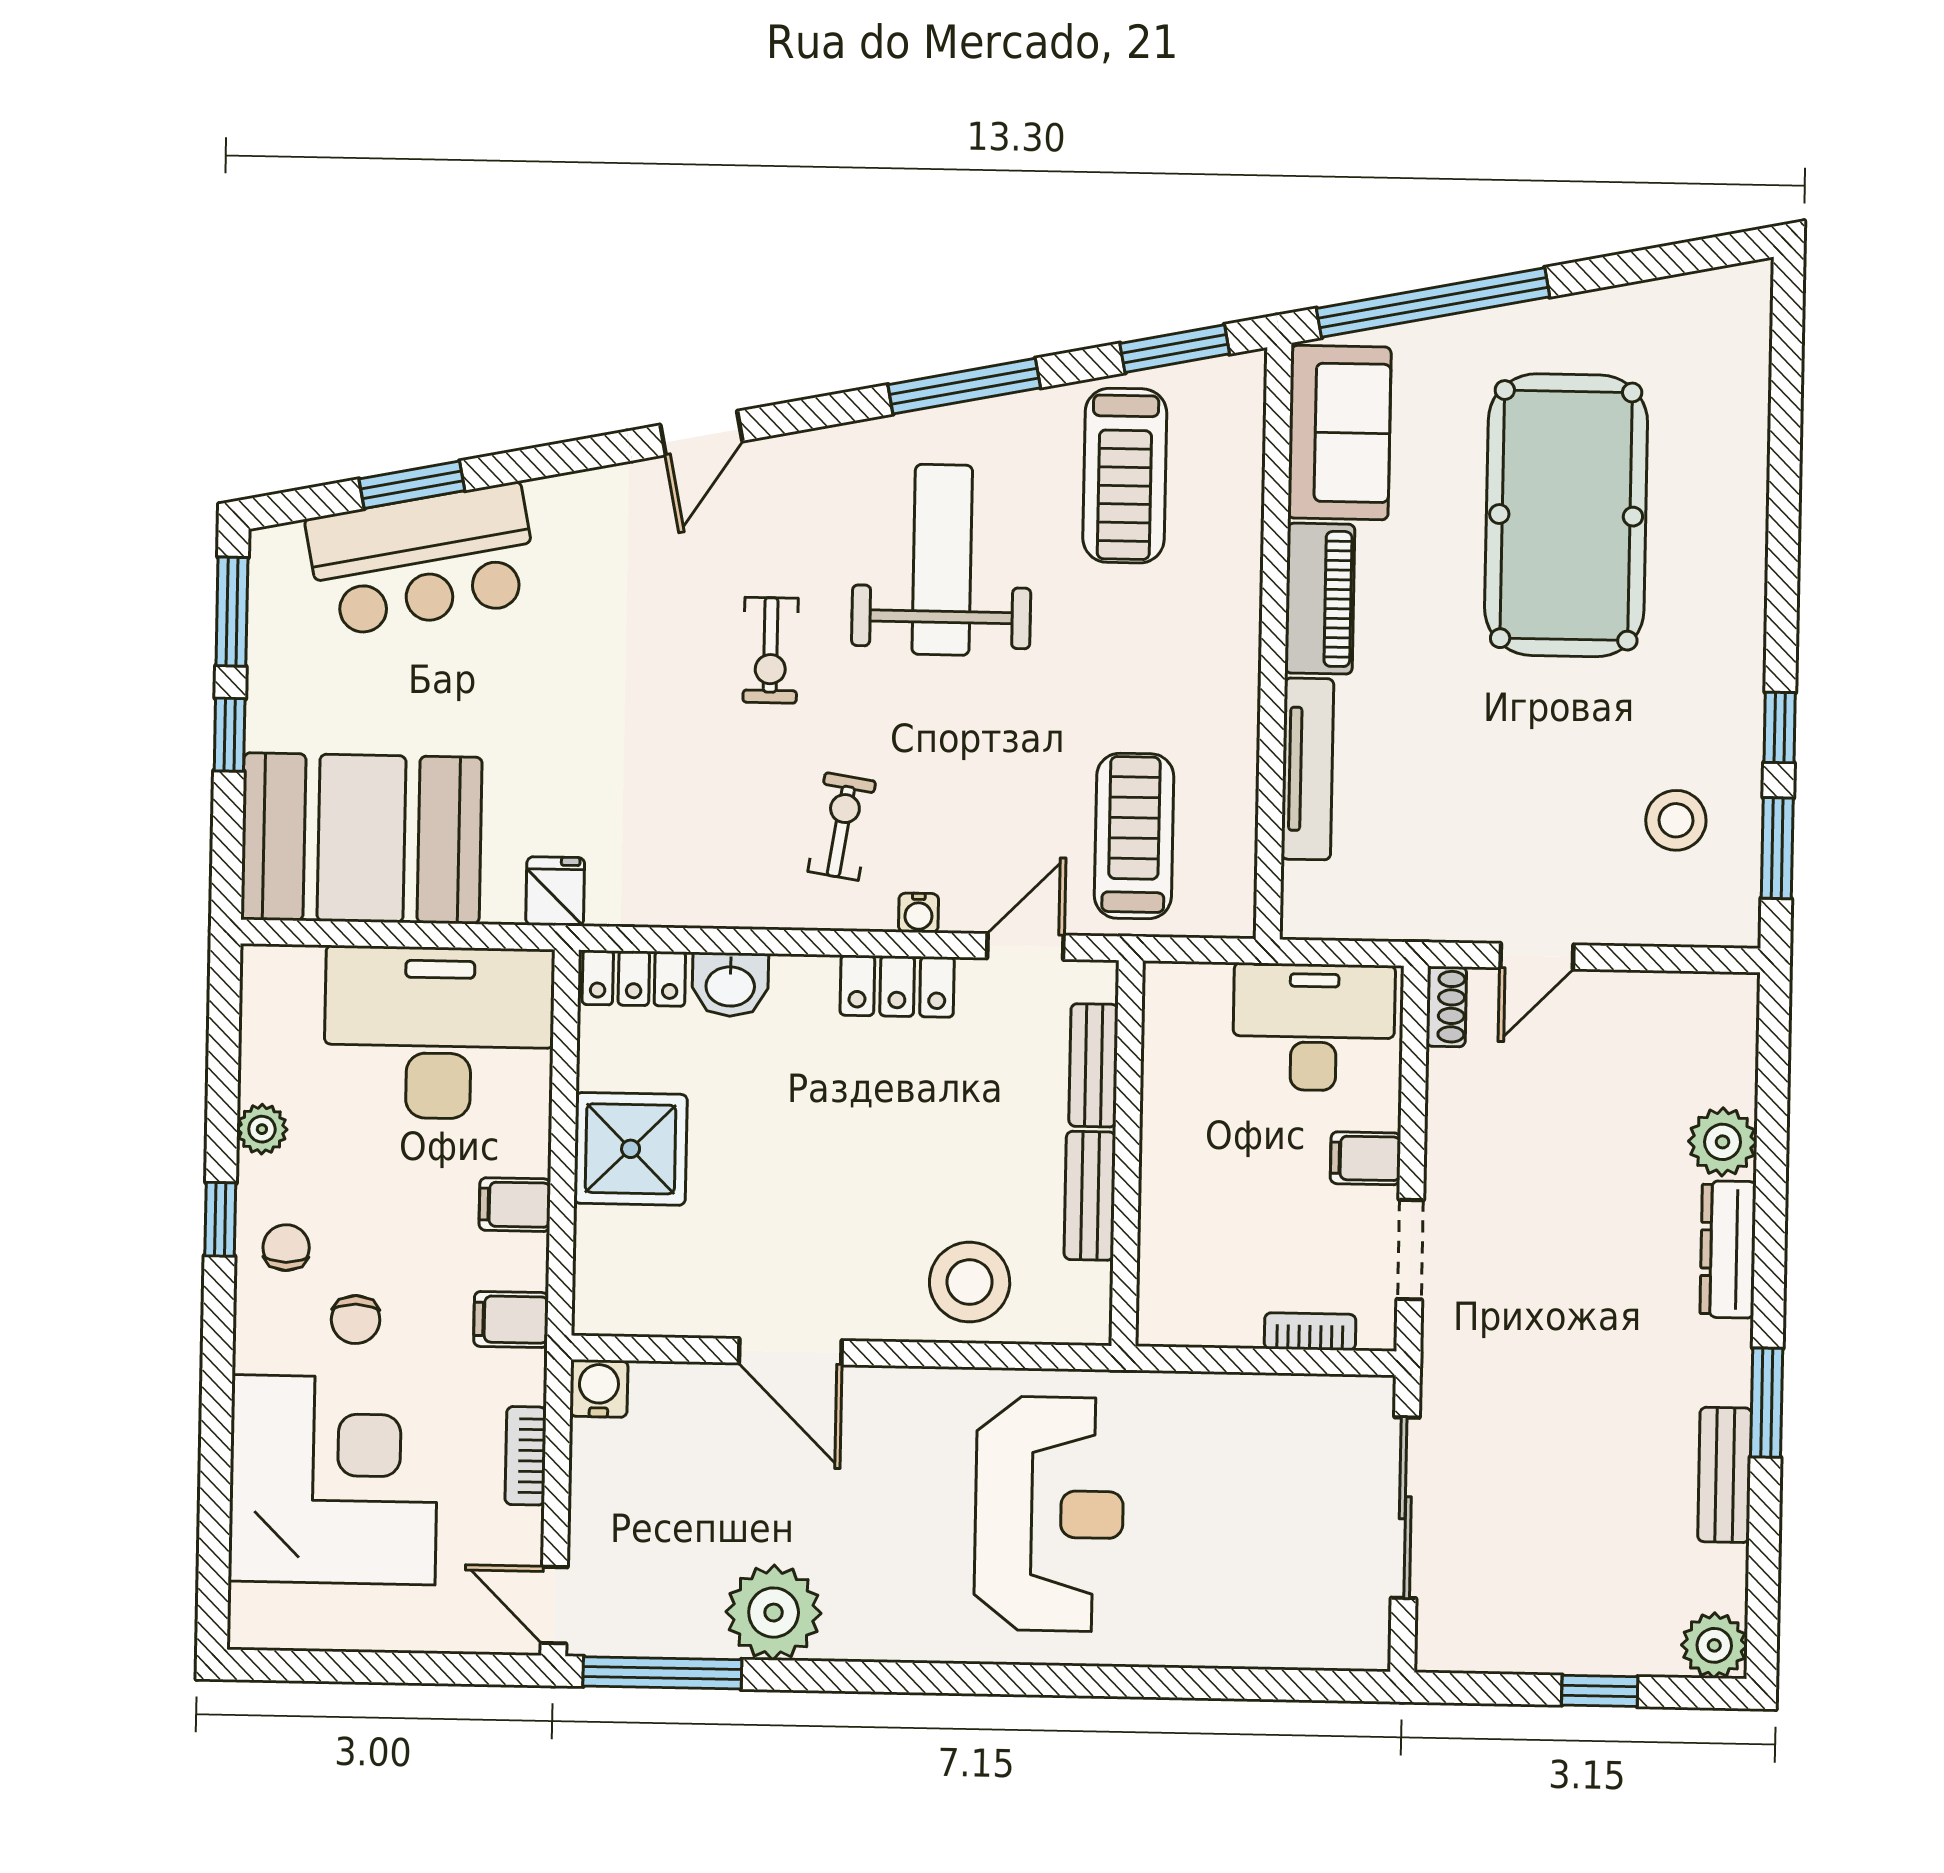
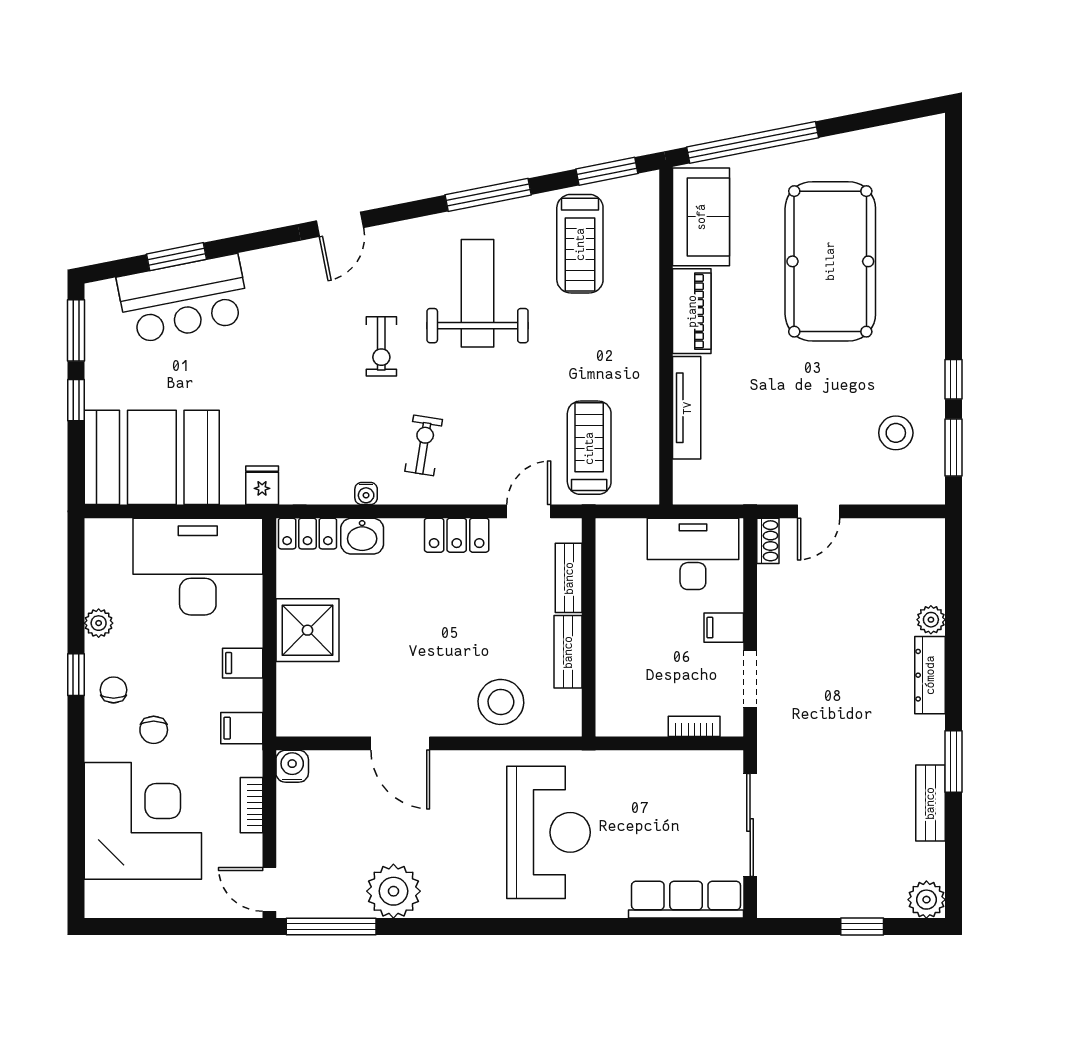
water cooler: (919, 913) -> (366, 494), moved
plant: (1723, 1142) -> (931, 620), width x0.73, depth x0.73
row of seats: (1290, 1637) -> (686, 900), added

